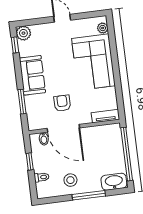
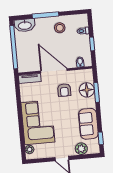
plant: (23, 33) -> (81, 149), moved
sofa: (32, 75) -> (88, 124), moved
floor lamp: (34, 104) -> (87, 90), added
door: (63, 128) -> (54, 71), moved

